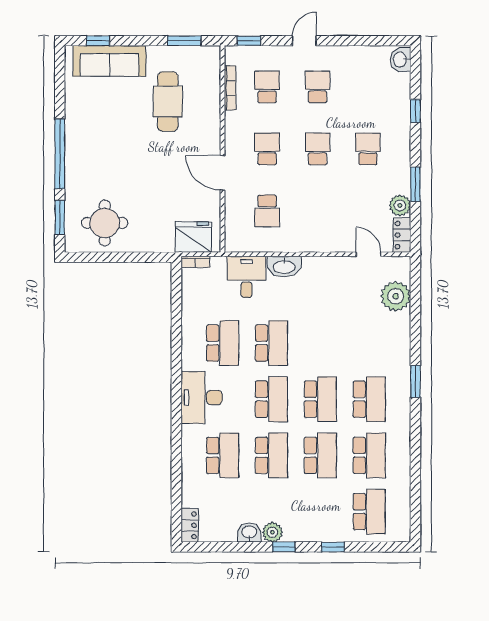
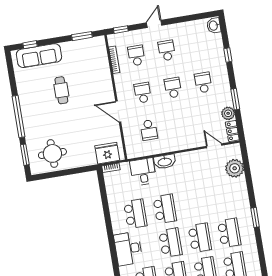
cafe table: (168, 102) -> (61, 90), moved, width x0.73, depth x0.74

